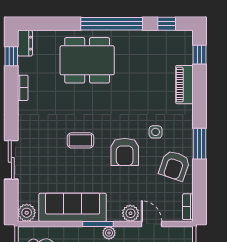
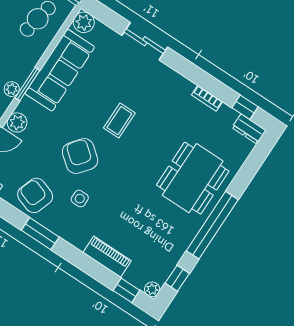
plant: (187, 37) -> (152, 289), added
armchair: (125, 152) -> (80, 156), turned 39

